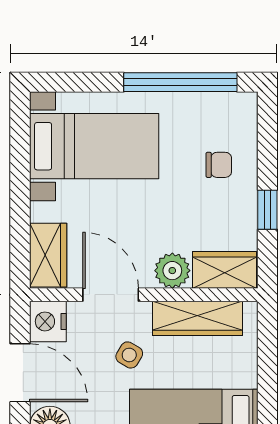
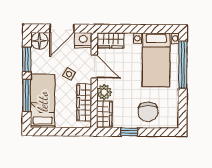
window: (180, 82) -> (183, 65), moved
chair: (219, 165) -> (148, 112), width x1.87, depth x1.87
door: (111, 295) -> (94, 66), hinge flipped

